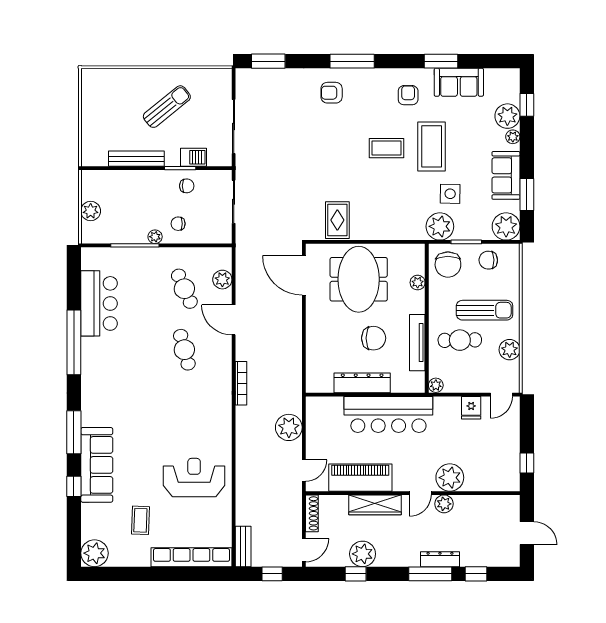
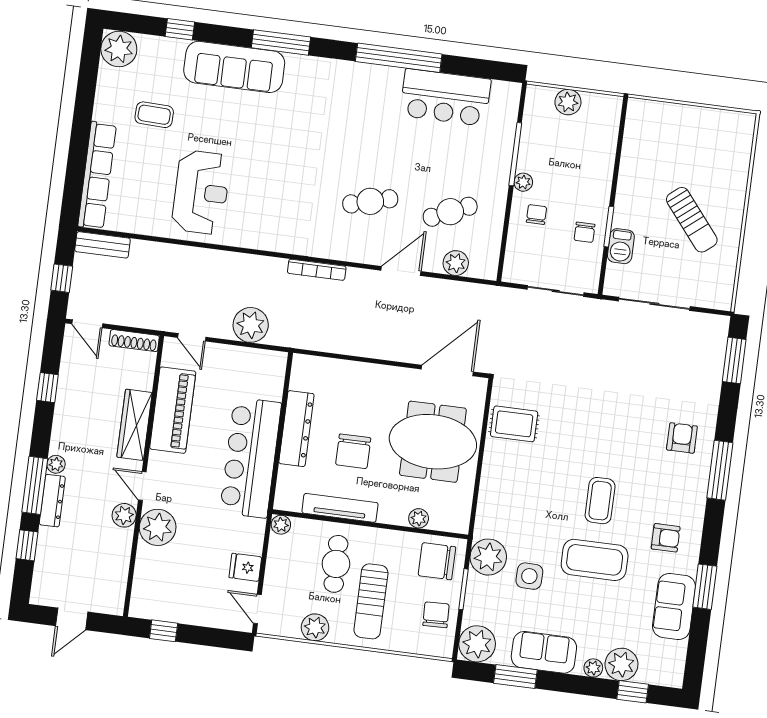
bench: (136, 159) -> (629, 171), removed
window: (74, 486) -> (180, 29), moved
plant: (363, 554) -> (56, 464), moved, width x0.53, depth x0.53

